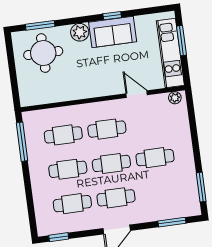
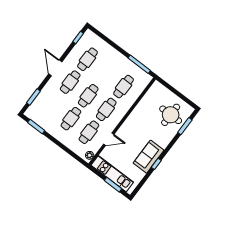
plant: (80, 32) -> (164, 141), removed
cafe table: (68, 169) -> (89, 132), moved

